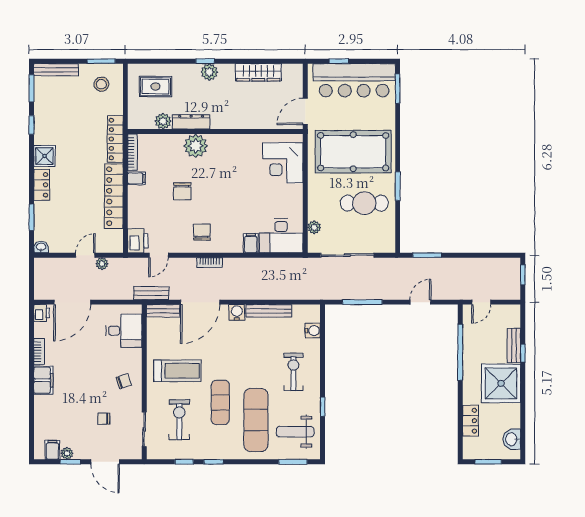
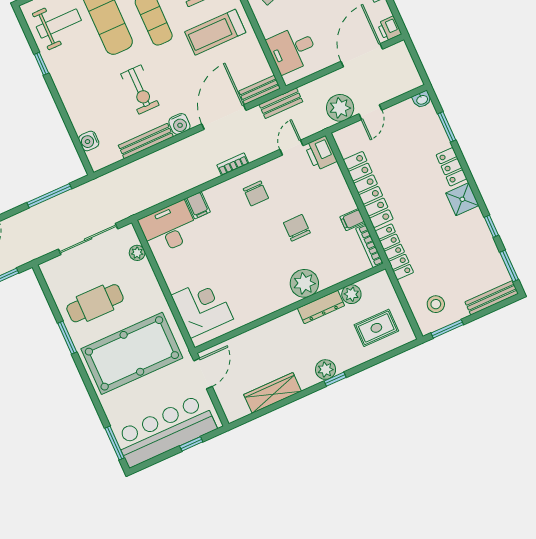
plant: (102, 264) -> (340, 108), width x1.88, depth x1.88
exercise bike: (293, 372) -> (140, 90), moved

